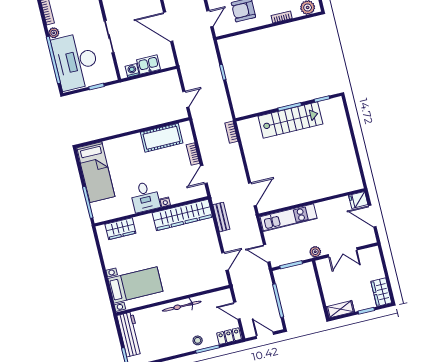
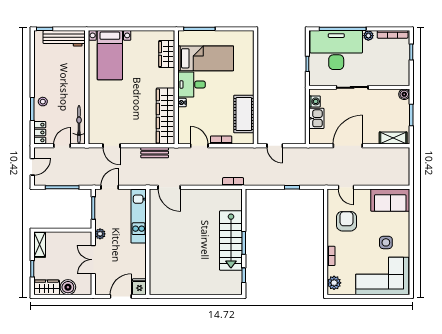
bed: (96, 172) -> (206, 58), moved, turned 180
boiler: (376, 271) -> (68, 287), added
bicycle: (182, 306) -> (79, 125), moved

